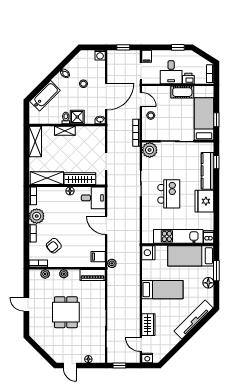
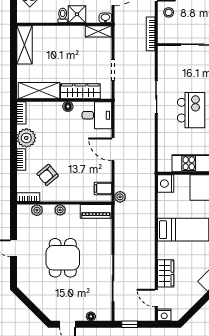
shelving: (65, 131) -> (98, 31), moved
plant: (150, 150) -> (167, 55), removed

